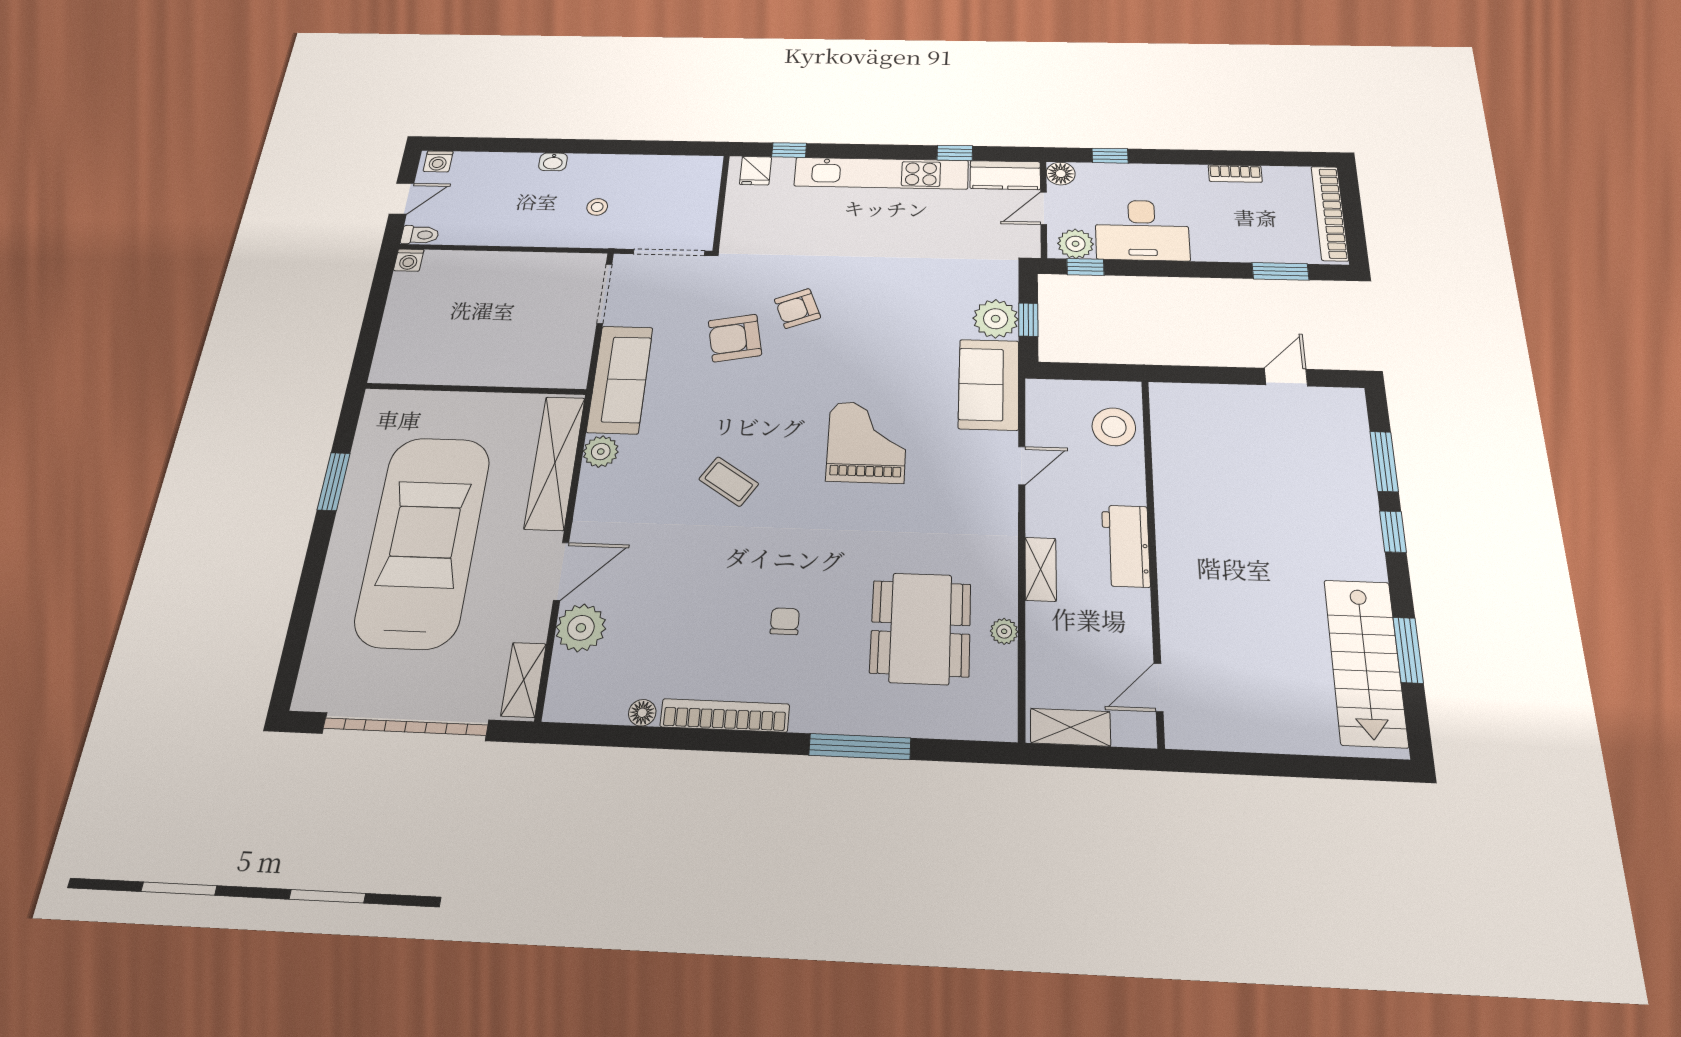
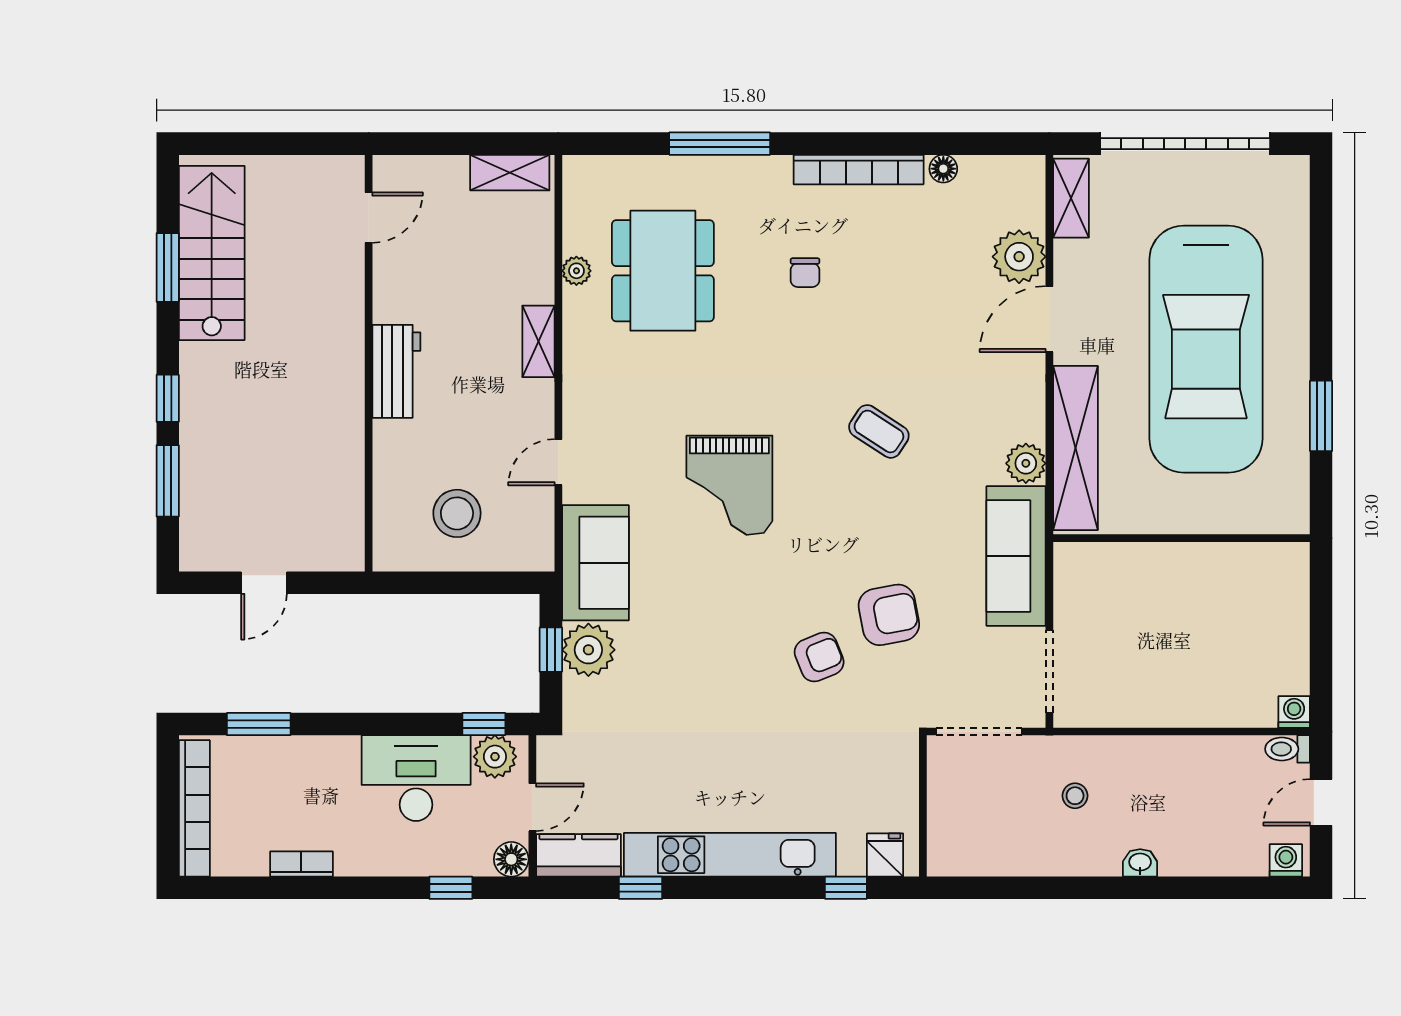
workbench: (1126, 546) -> (396, 371), moved
wall: (1153, 554) -> (369, 363), moved
door: (1158, 687) -> (369, 218), moved

